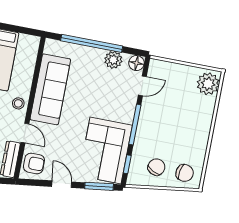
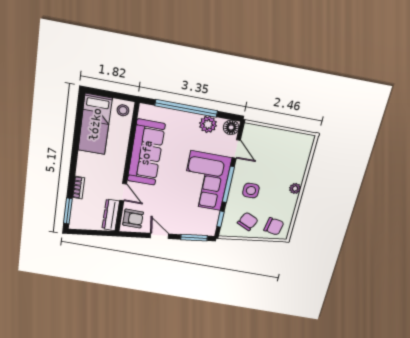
plant: (208, 84) -> (295, 188), moved, width x0.53, depth x0.53
door: (142, 86) -> (236, 149), hinge flipped
stool: (18, 103) -> (123, 110), moved
side table: (159, 131) -> (251, 191), added
corner sofa: (106, 151) -> (206, 181), moved

